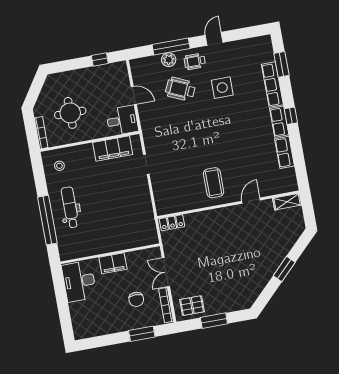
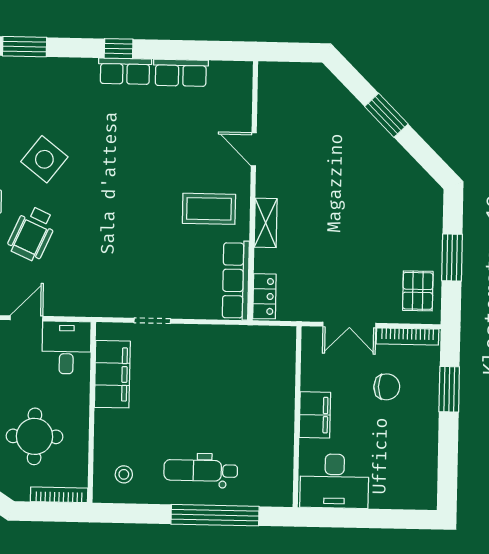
row of seats: (272, 85) -> (236, 280), moved, turned 90
side table: (222, 88) -> (44, 159), turned 38
shelving: (287, 202) -> (266, 223), moved

